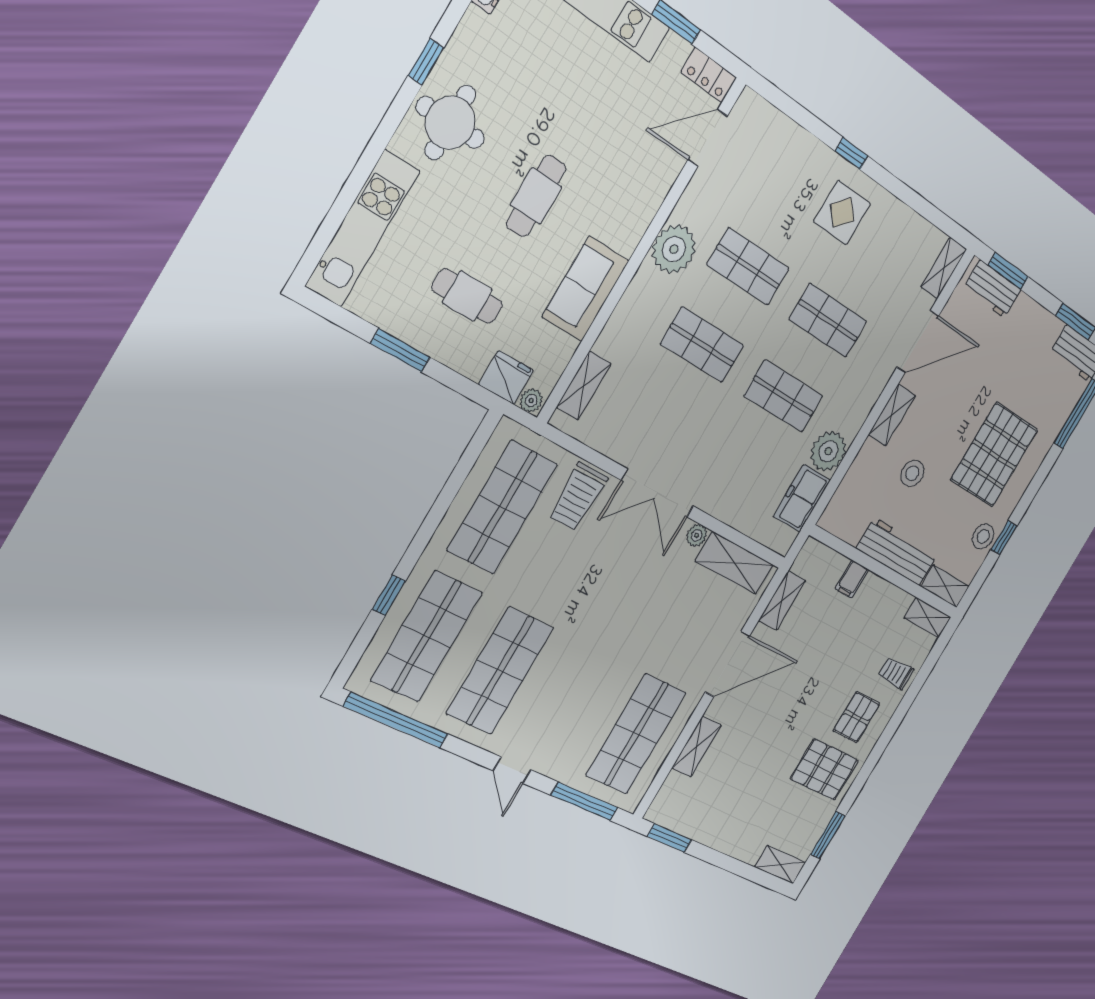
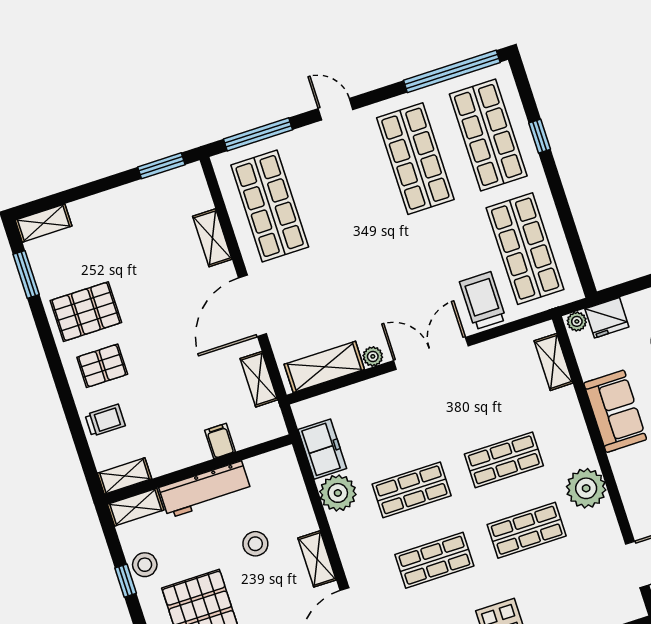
pallet: (857, 717) -> (102, 366), turned 90

